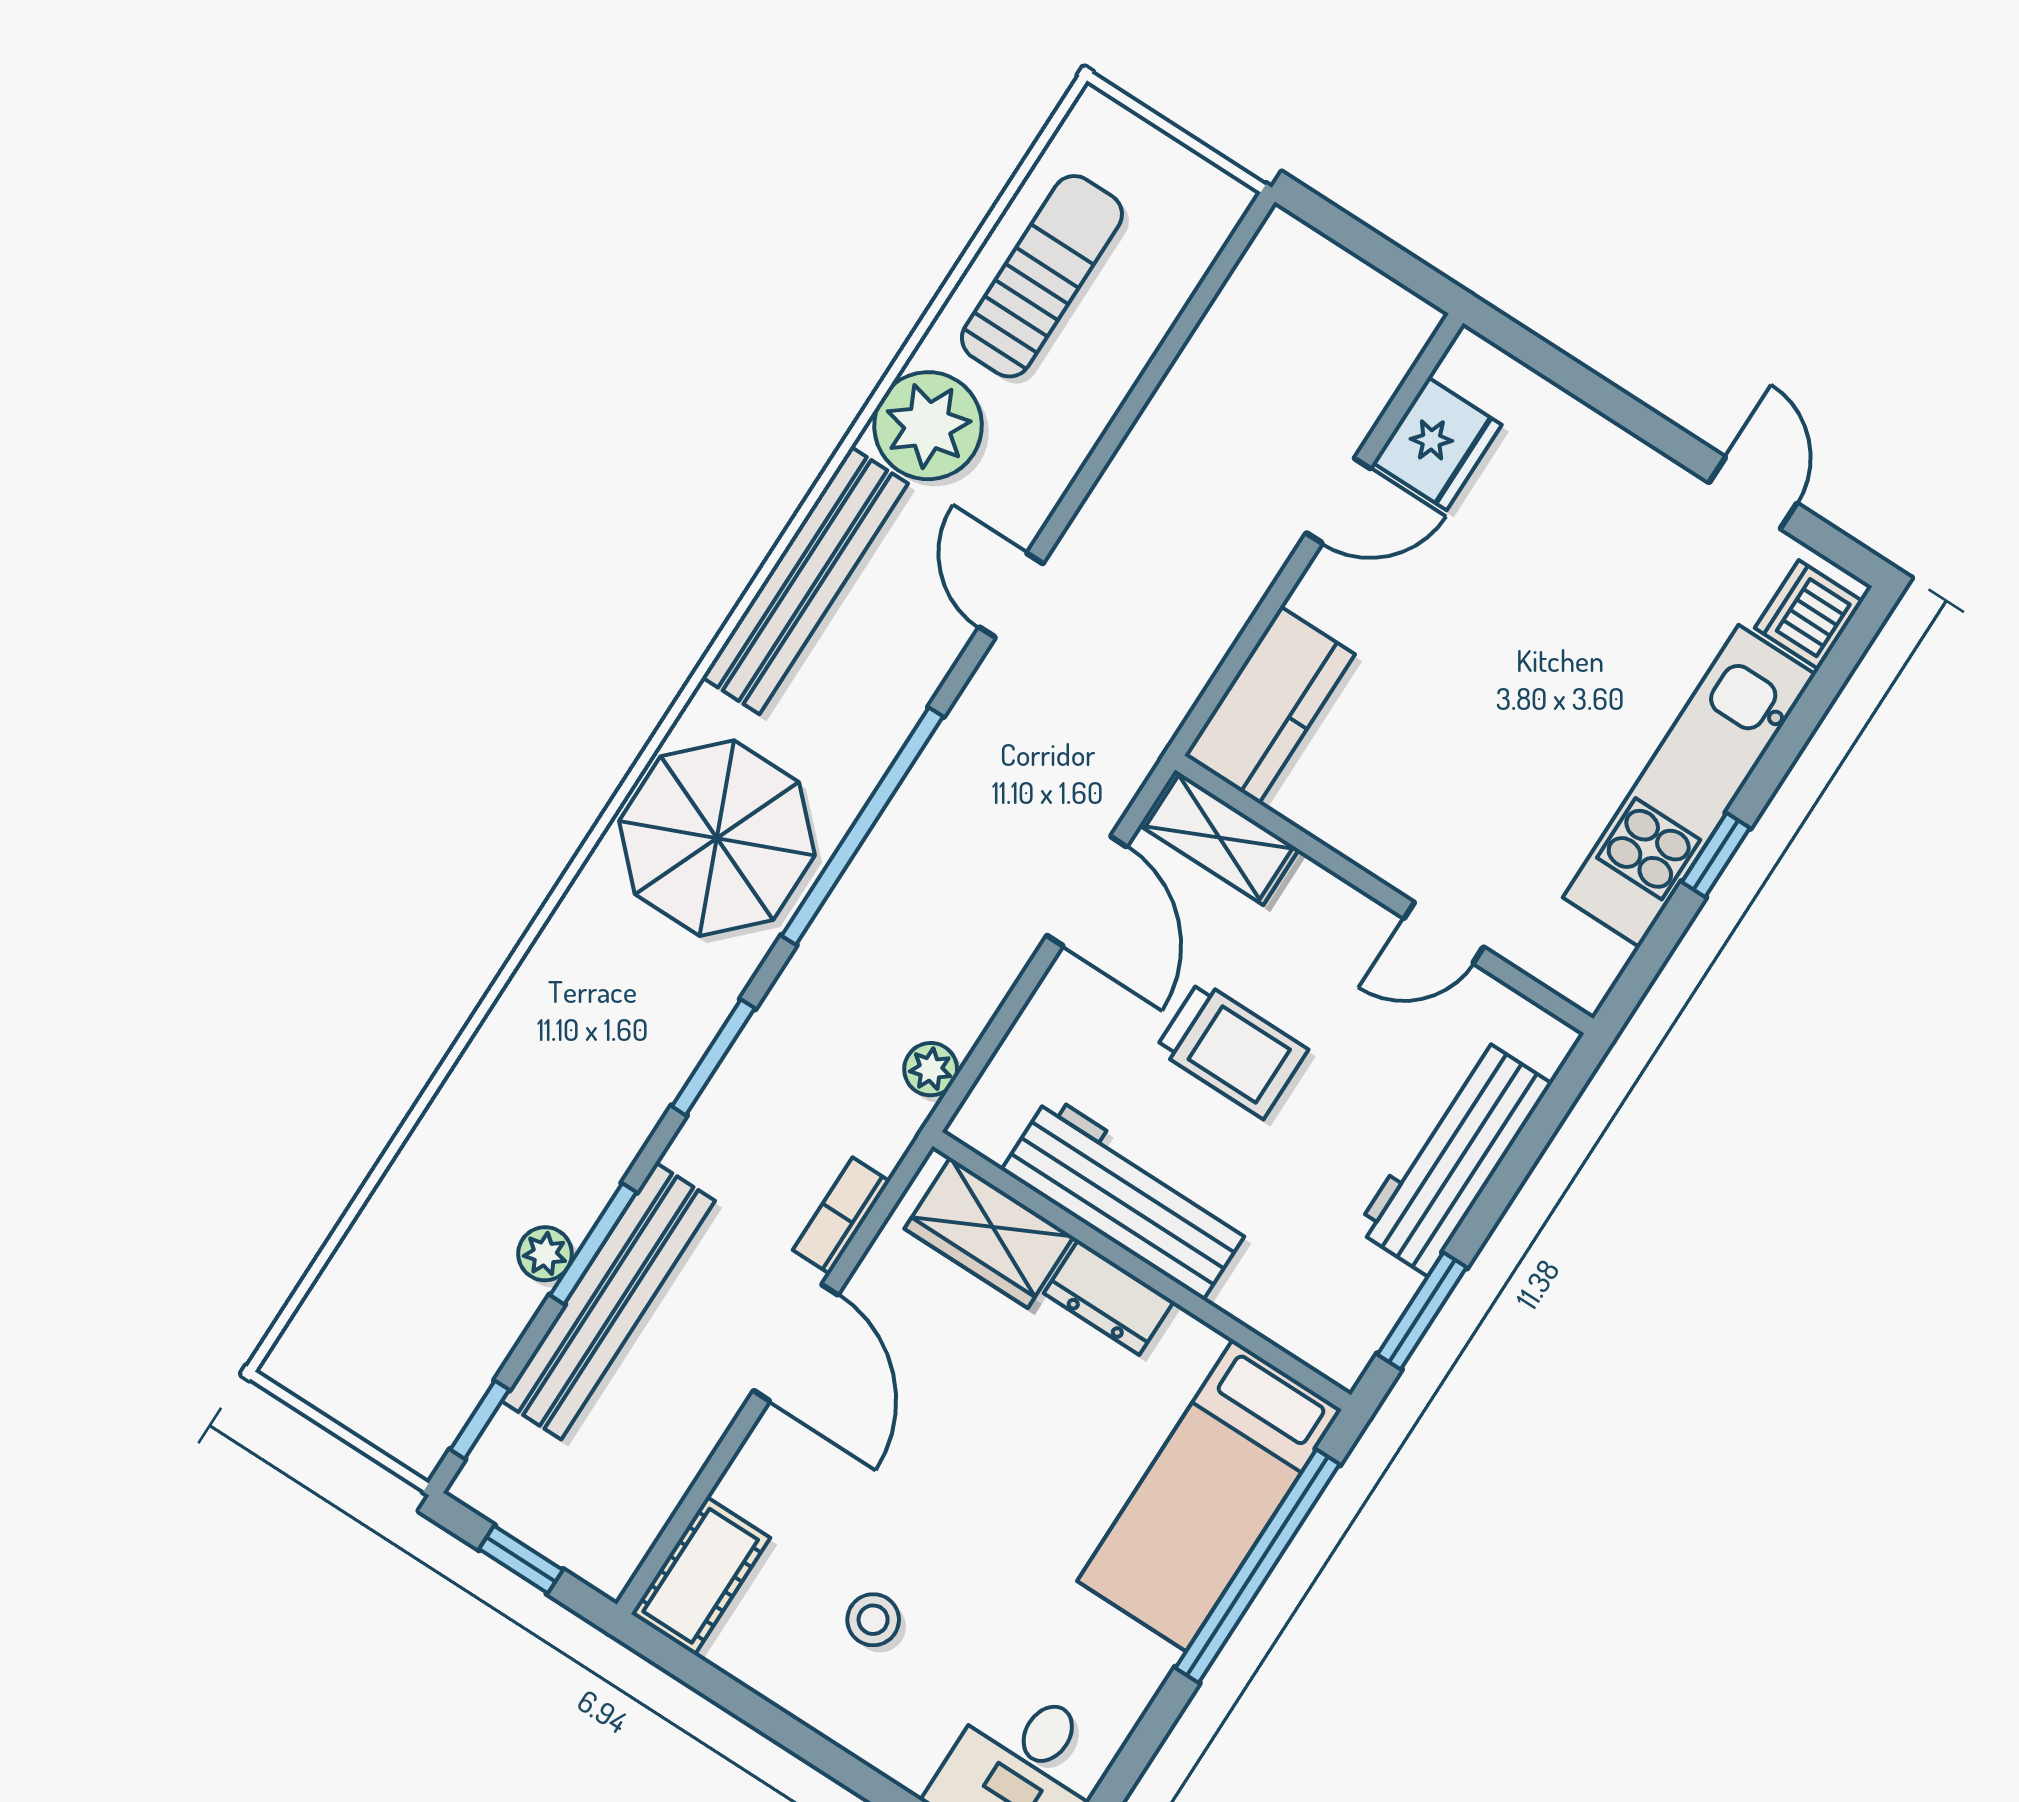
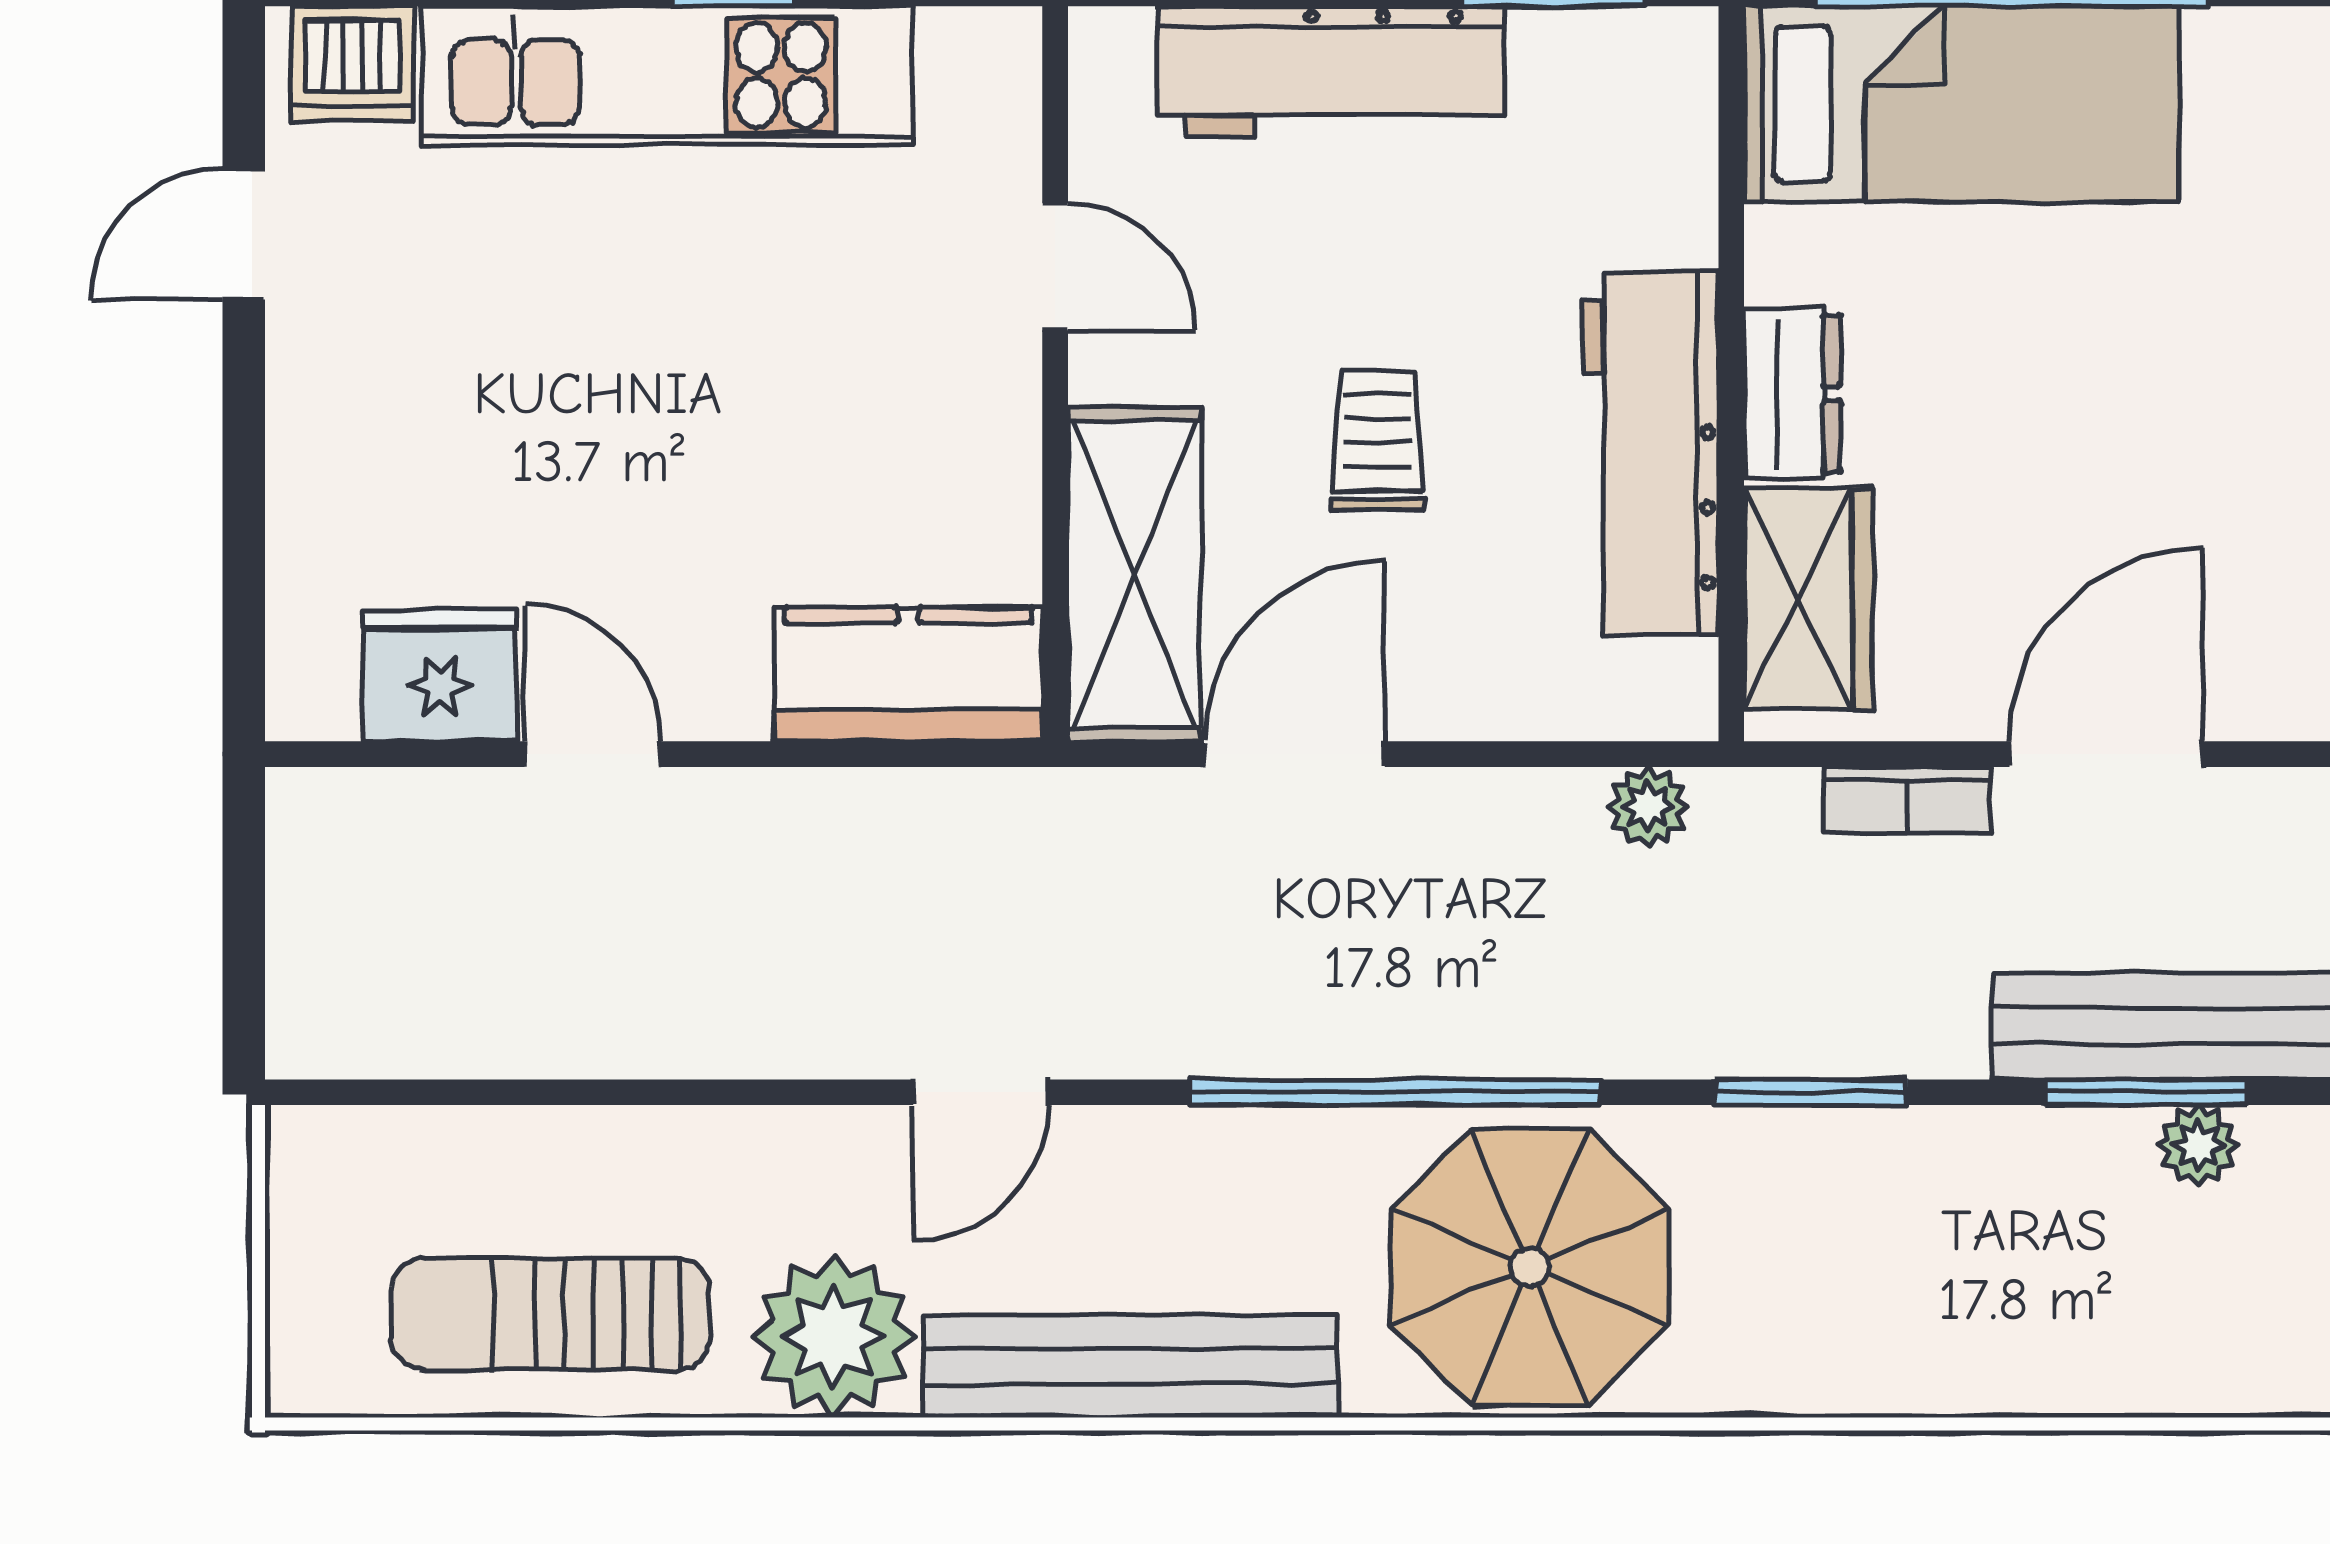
shelving: (1219, 837) -> (1135, 574), width x1.50, depth x1.33
trolley: (1232, 1050) -> (1377, 440), width x0.73, depth x0.72

